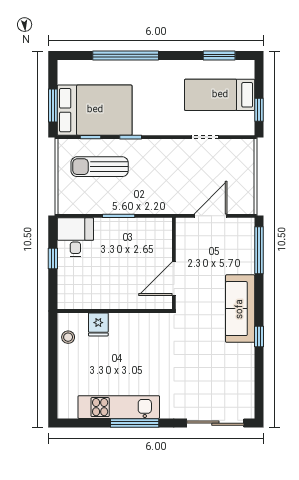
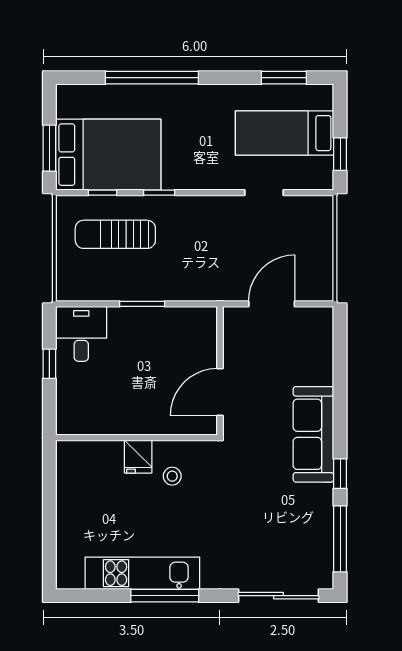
window: (259, 250) -> (340, 539), moved
fridge: (98, 324) -> (138, 457), moved
stool: (68, 337) -> (172, 476), moved

